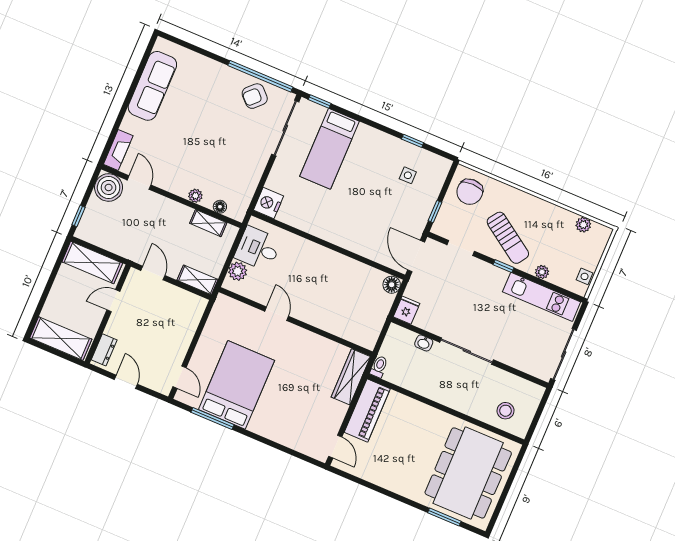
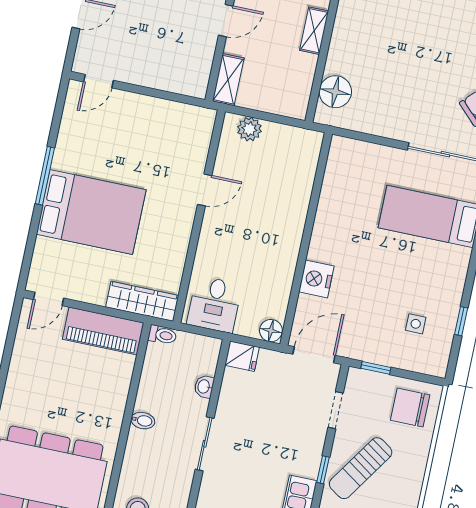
plant: (195, 196) -> (336, 56), removed
nightstand: (268, 203) -> (316, 279), moved, turned -90
floor lamp: (220, 207) -> (335, 92), width x1.89, depth x1.89
shelving: (208, 223) -> (314, 31), moved
desk: (258, 249) -> (214, 304), moved, turned 180
sliding door: (467, 351) -> (205, 444), width x0.73
bed: (237, 385) -> (91, 212), moved
bidet: (440, 394) -> (143, 421), added
window: (212, 419) -> (45, 176), moved

